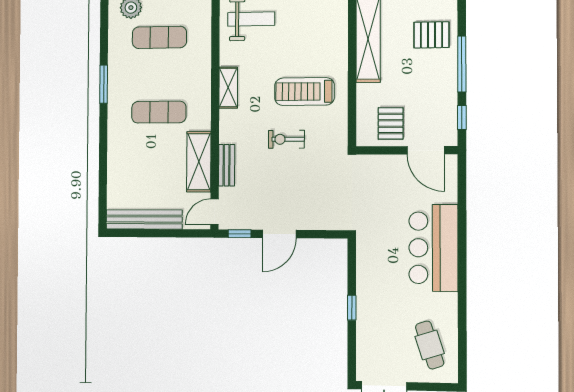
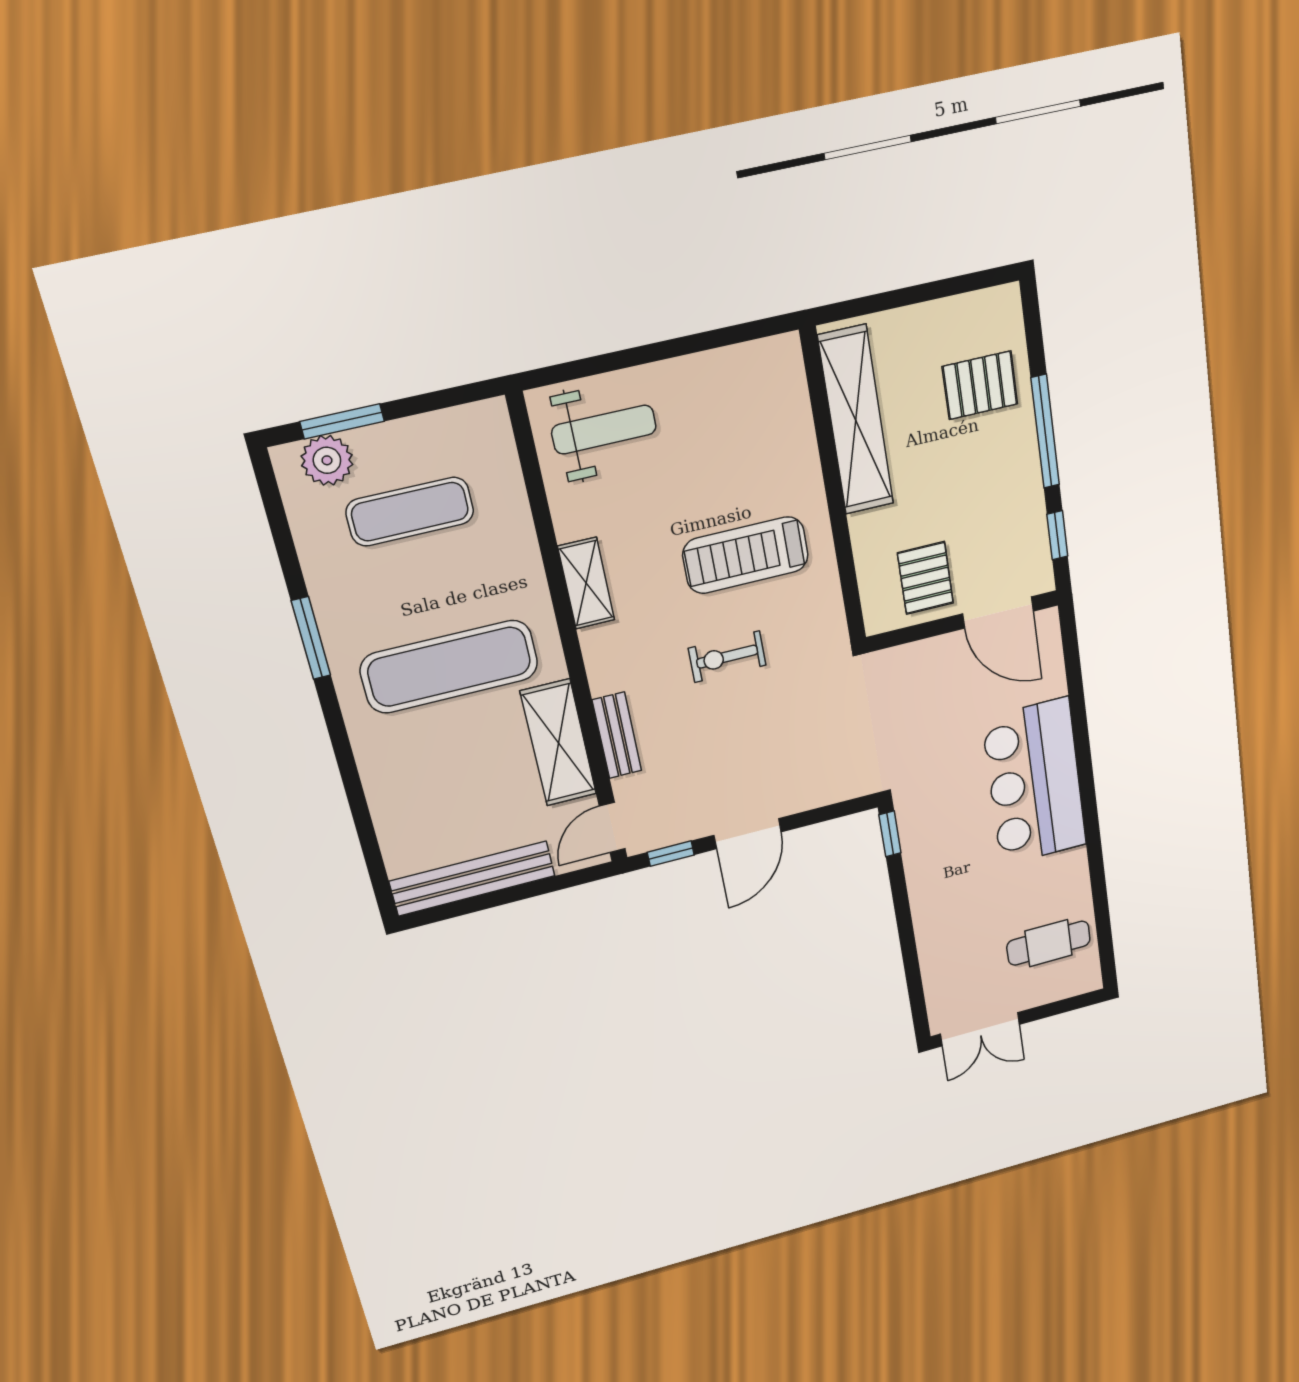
exercise mat: (159, 112) -> (449, 667), width x1.36, depth x1.45
window: (352, 308) -> (890, 834), moved
cafe table: (430, 345) -> (1049, 943), turned -72

